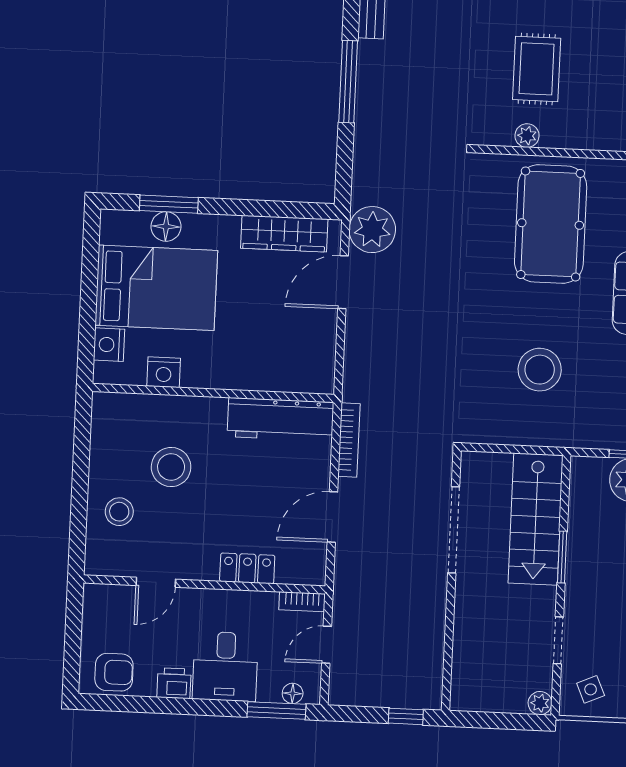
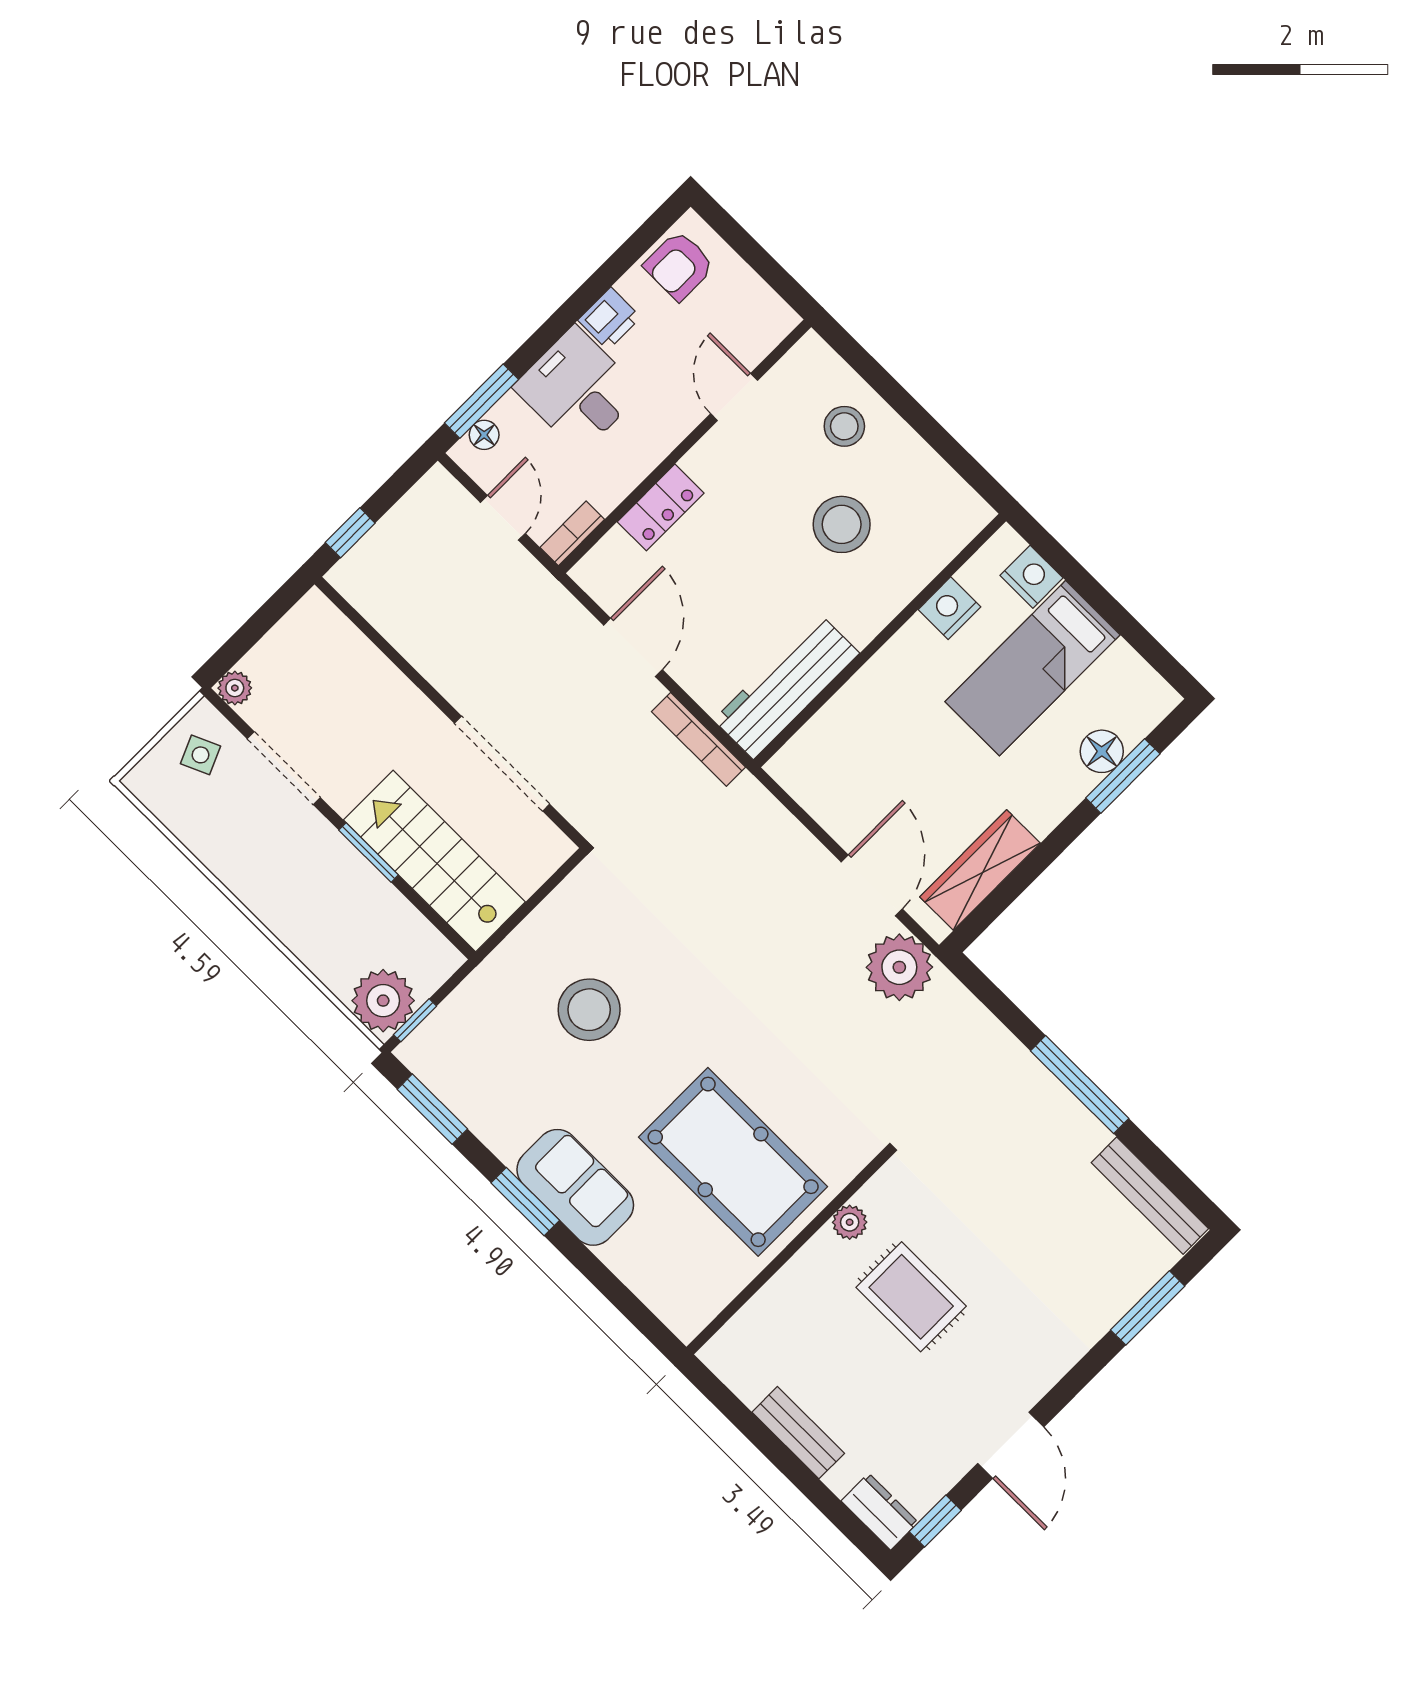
bed: (156, 288) -> (1033, 668), width x0.67
doorway: (558, 640) -> (284, 768), width x1.38

